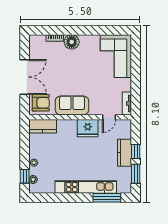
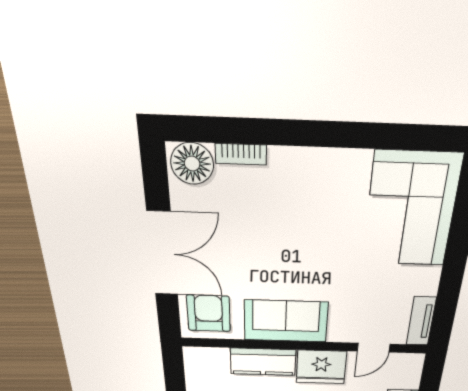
floor lamp: (72, 42) -> (192, 164), moved
armchair: (41, 103) -> (209, 313), turned -90
kitchen counter: (43, 126) -> (263, 362), moved

